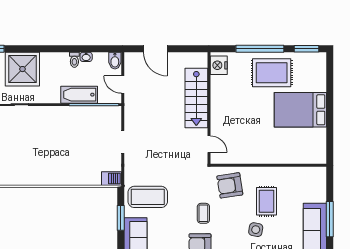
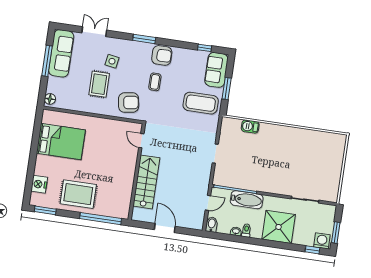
door: (155, 49) -> (165, 228), moved
window: (260, 49) -> (101, 219), moved
nightstand: (219, 65) -> (39, 184), moved, turned 180
shower: (22, 69) -> (279, 227), moved
door: (123, 85) -> (208, 203), hinge flipped
bed: (300, 110) -> (61, 142), moved
floor lamp: (320, 176) -> (50, 99), added
barbecue: (111, 179) -> (250, 127), moved

